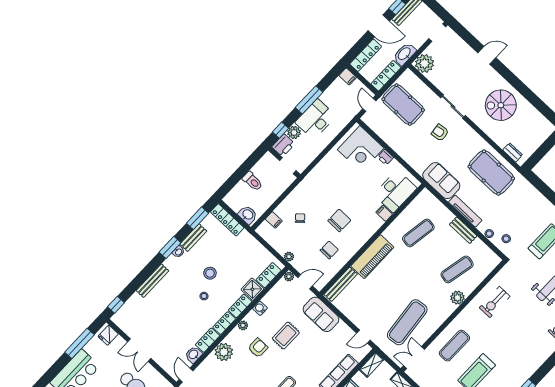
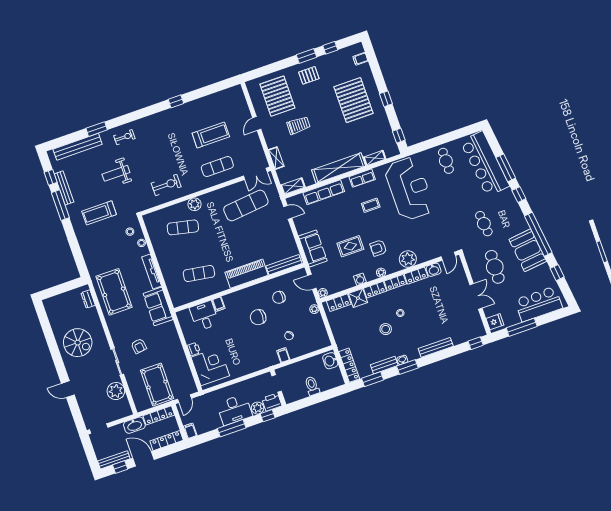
plant: (425, 63) -> (116, 391), moved
desk: (395, 191) -> (204, 316), width x0.73
filing cabinet: (274, 220) -> (283, 355), moved
bench: (463, 230) -> (161, 257), removed

